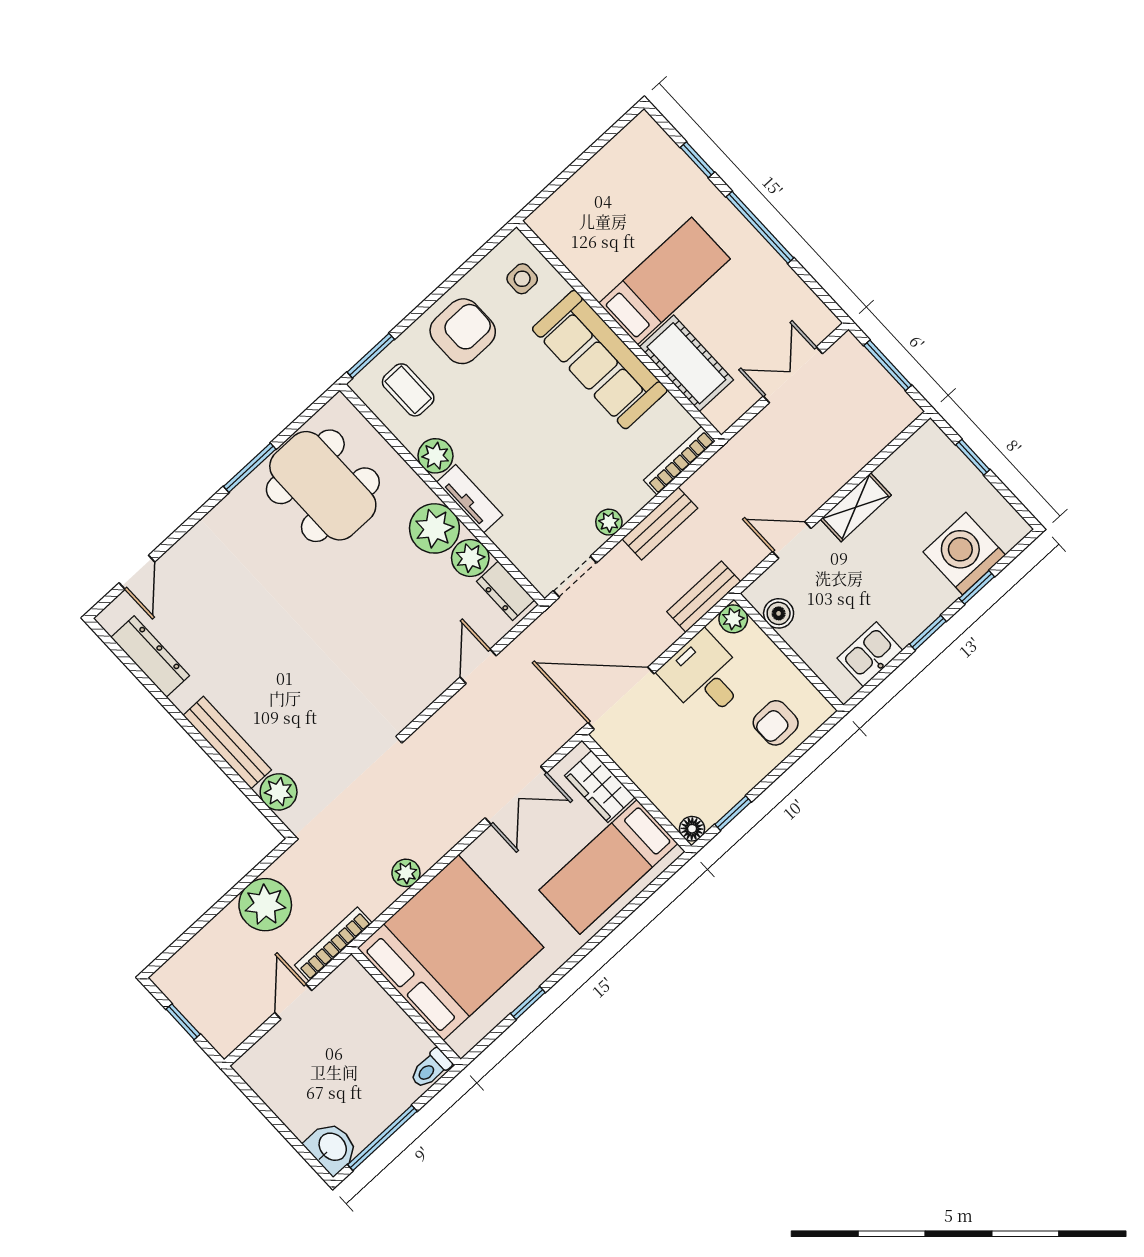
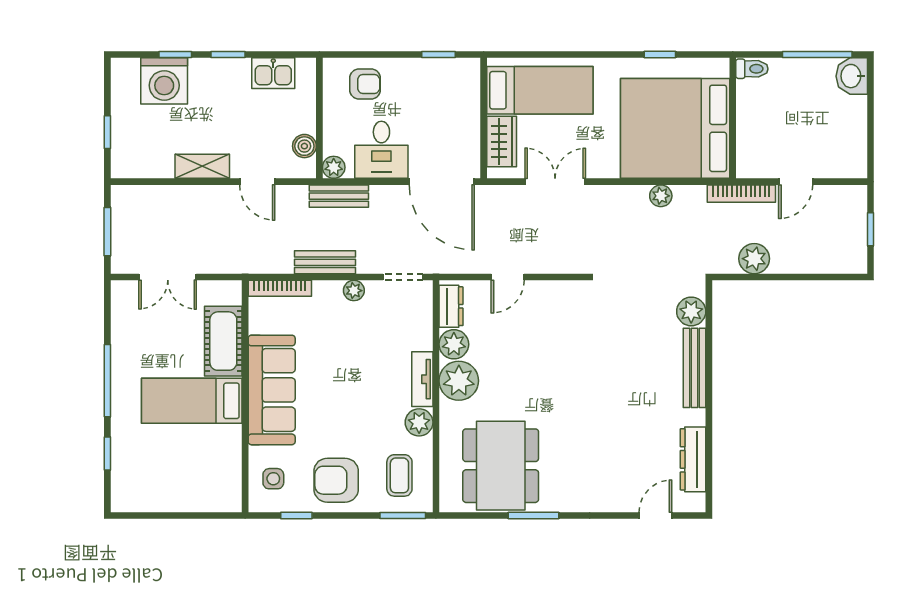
window: (469, 264) -> (296, 516), added
floor lamp: (692, 829) -> (471, 67), removed
plant: (265, 905) -> (754, 259), width x0.73, depth x0.73

